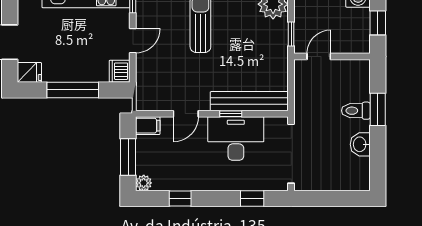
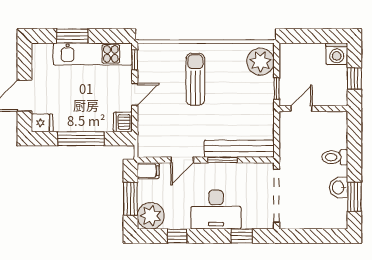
window: (378, 109) -> (354, 197), moved
window: (231, 114) -> (222, 160), width x1.50
desk: (236, 138) -> (216, 210), moved, turned 180
plant: (144, 183) -> (151, 216), width x1.88, depth x1.88

